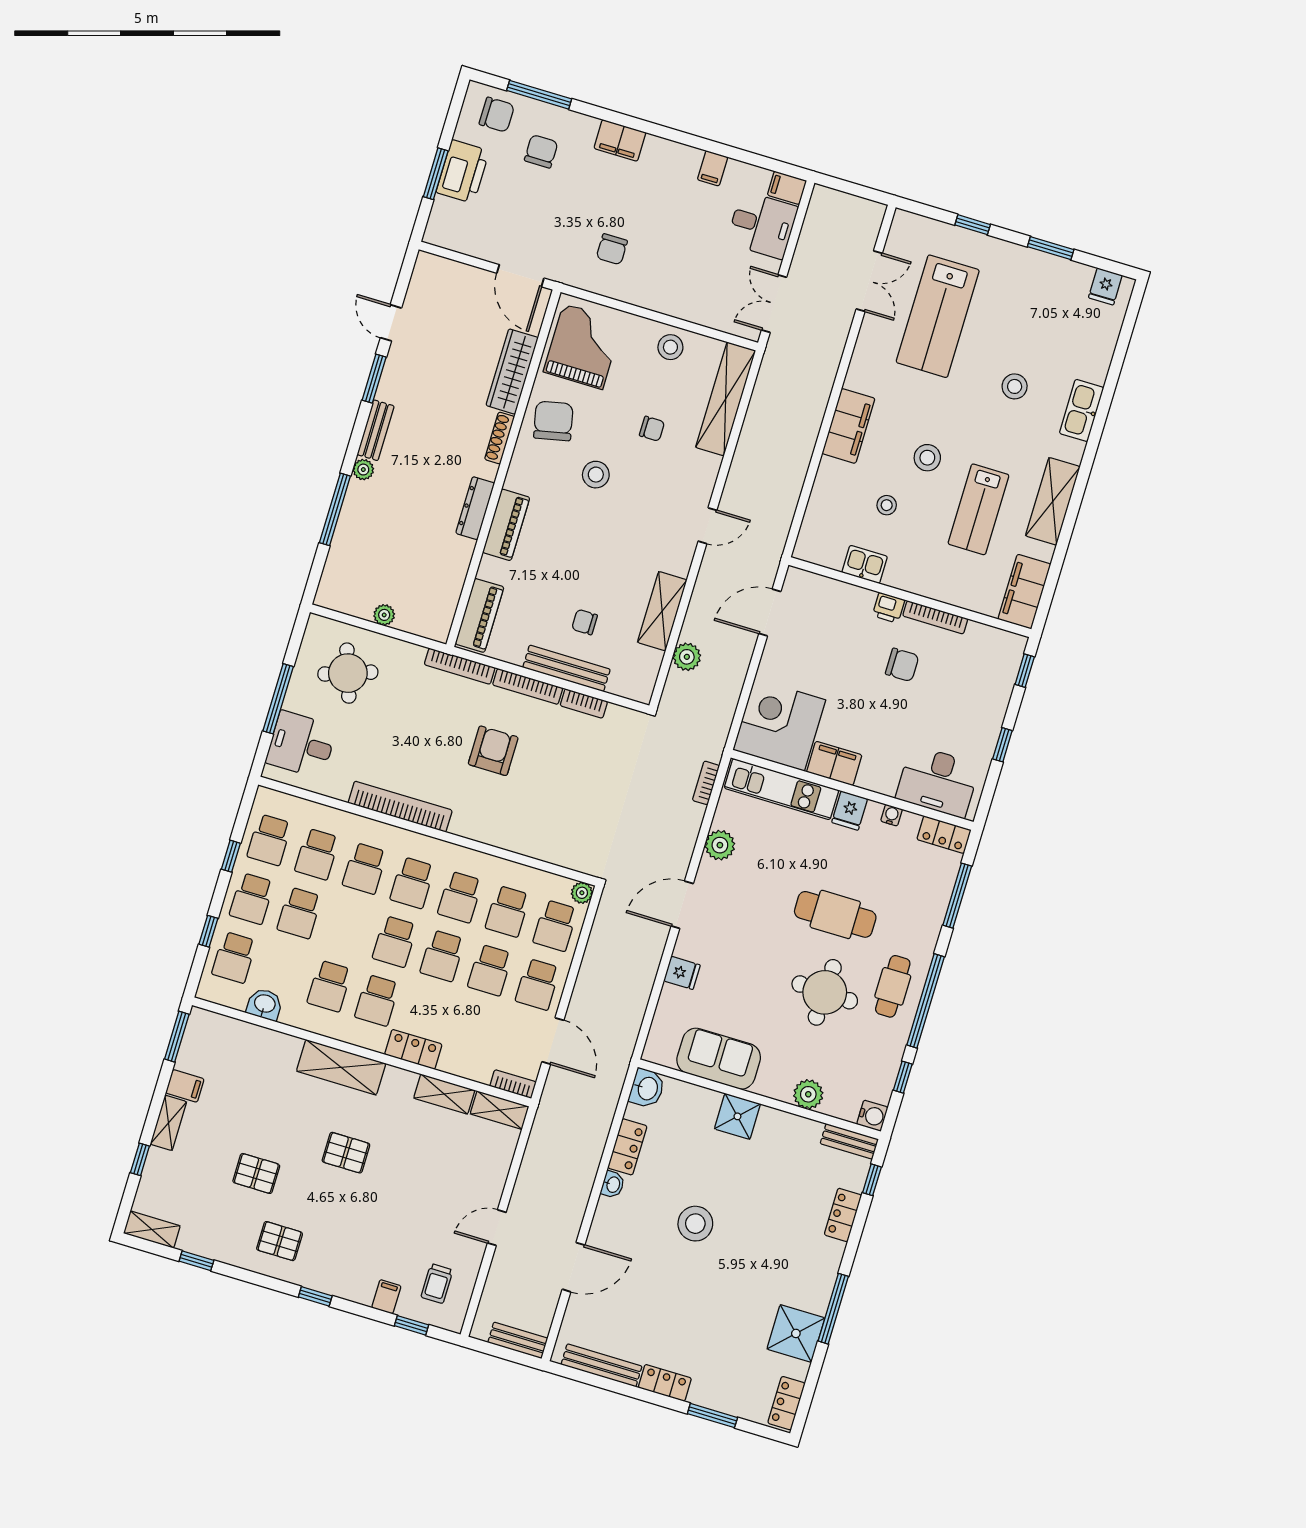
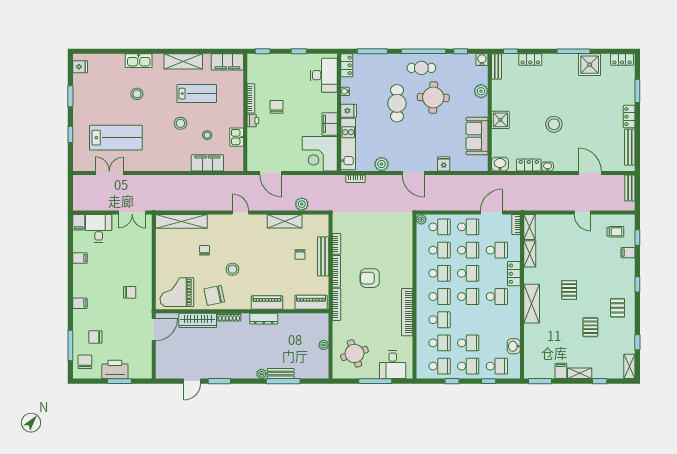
filing cabinet: (620, 140) -> (80, 303), width x0.50
stool: (670, 347) -> (166, 253), removed
filing cabinet: (848, 426) -> (207, 163), moved
bench: (376, 430) -> (281, 374), moved
school desk: (329, 986) -> (497, 250), moved

